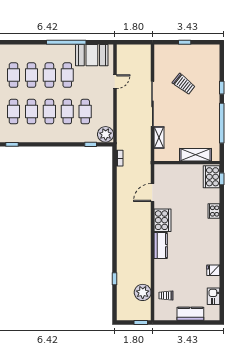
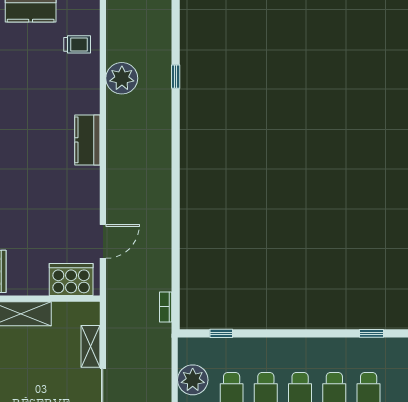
plant: (106, 134) -> (193, 380), moved
cooker: (162, 220) -> (71, 279), moved, turned 90
plant: (143, 292) -> (122, 78), moved

